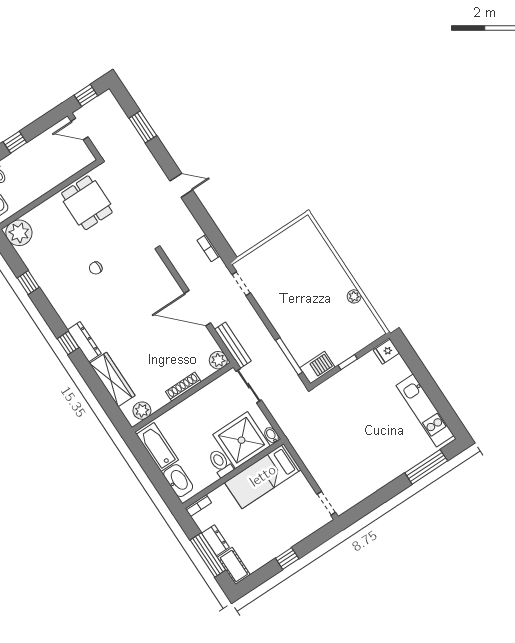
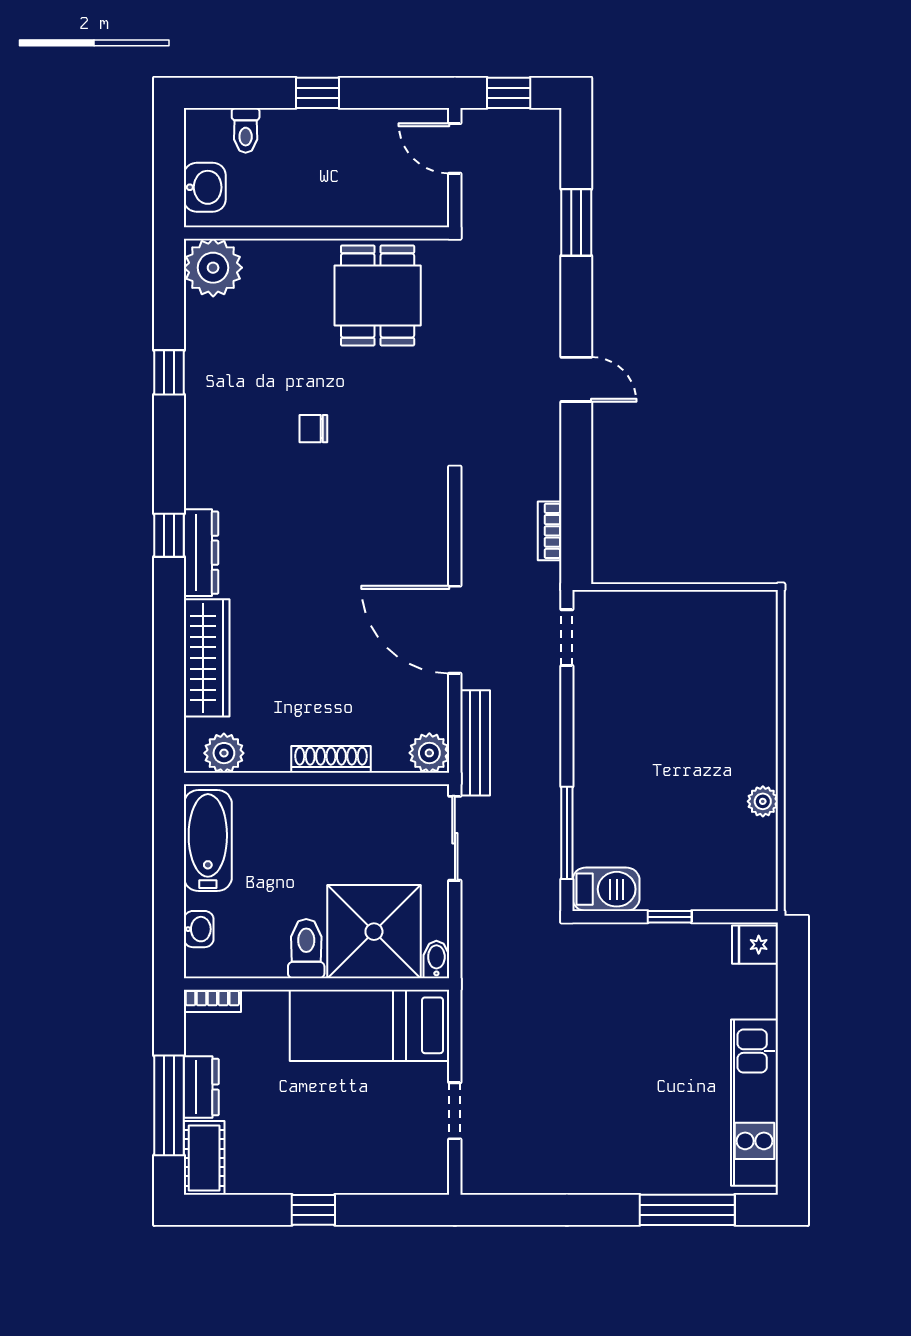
washbasin: (178, 481) -> (199, 929), width x0.52, depth x0.69
doorway: (326, 503) -> (455, 1111), moved

